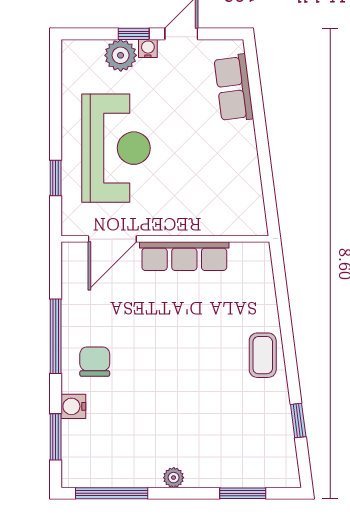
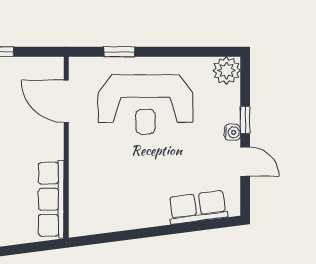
plant: (121, 55) -> (226, 71), moved
row of seats: (184, 256) -> (51, 199), moved

